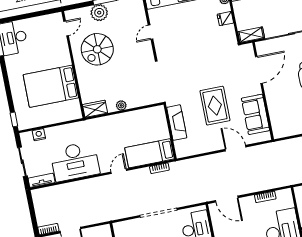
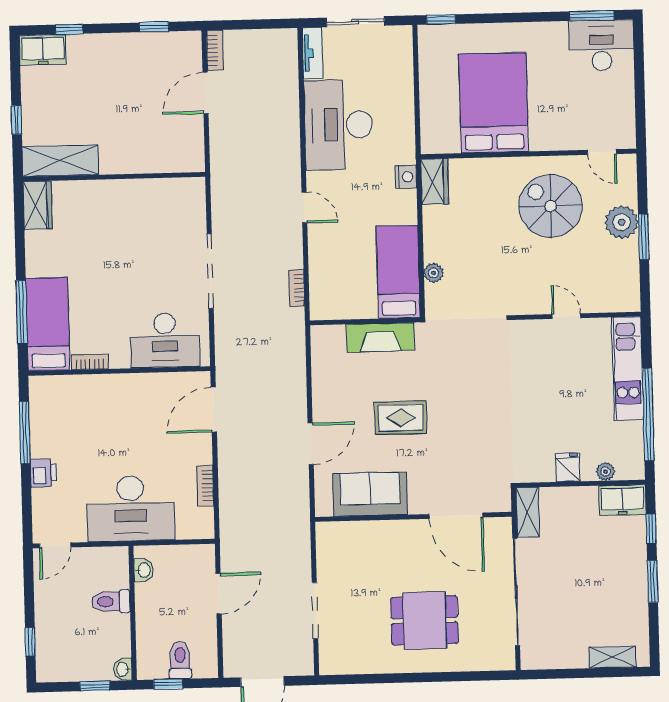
plant: (121, 105) -> (434, 273), moved
rug: (215, 106) -> (401, 418), width x0.73, depth x0.70
nightstand: (39, 135) -> (406, 177), moved
bed: (150, 153) -> (398, 272), moved

